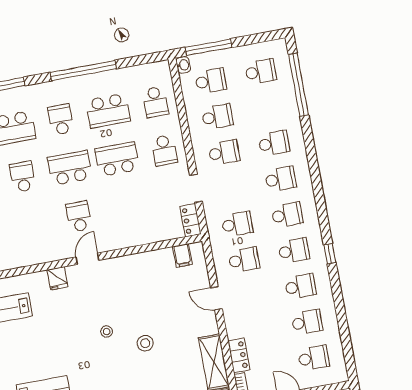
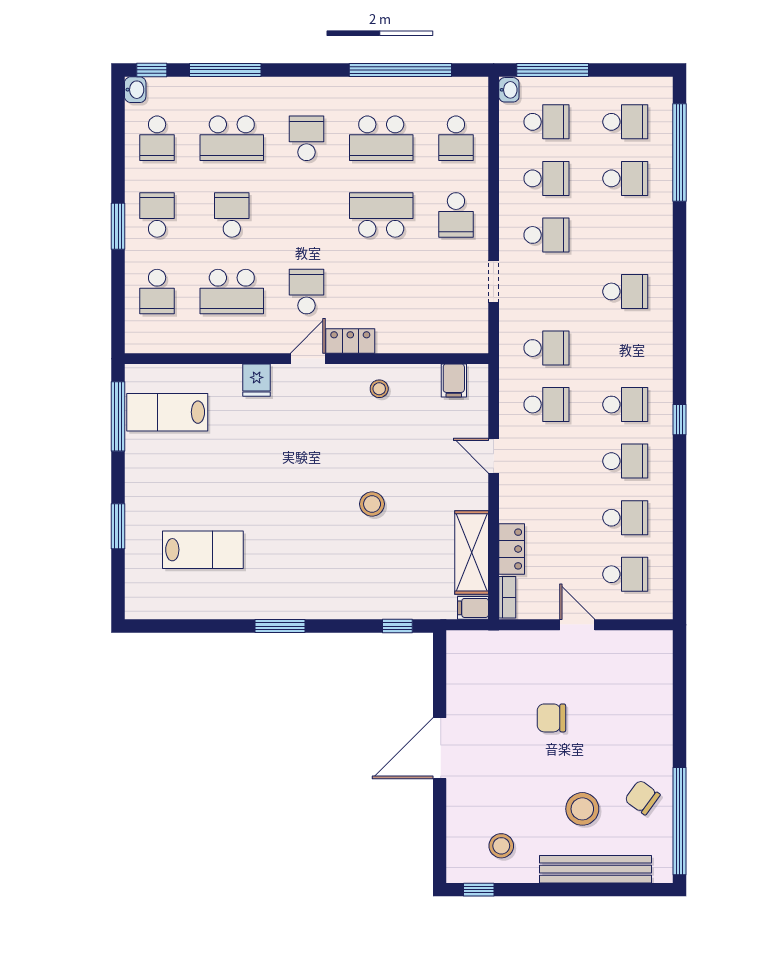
window: (83, 71) -> (400, 70), moved
school desk: (274, 143) -> (625, 178), moved
school desk: (70, 168) -> (232, 292), moved, turned 180
school desk: (287, 215) -> (625, 348), removed
locker: (190, 220) -> (350, 341), moved, turned 90
stool: (107, 331) -> (379, 389), moved

